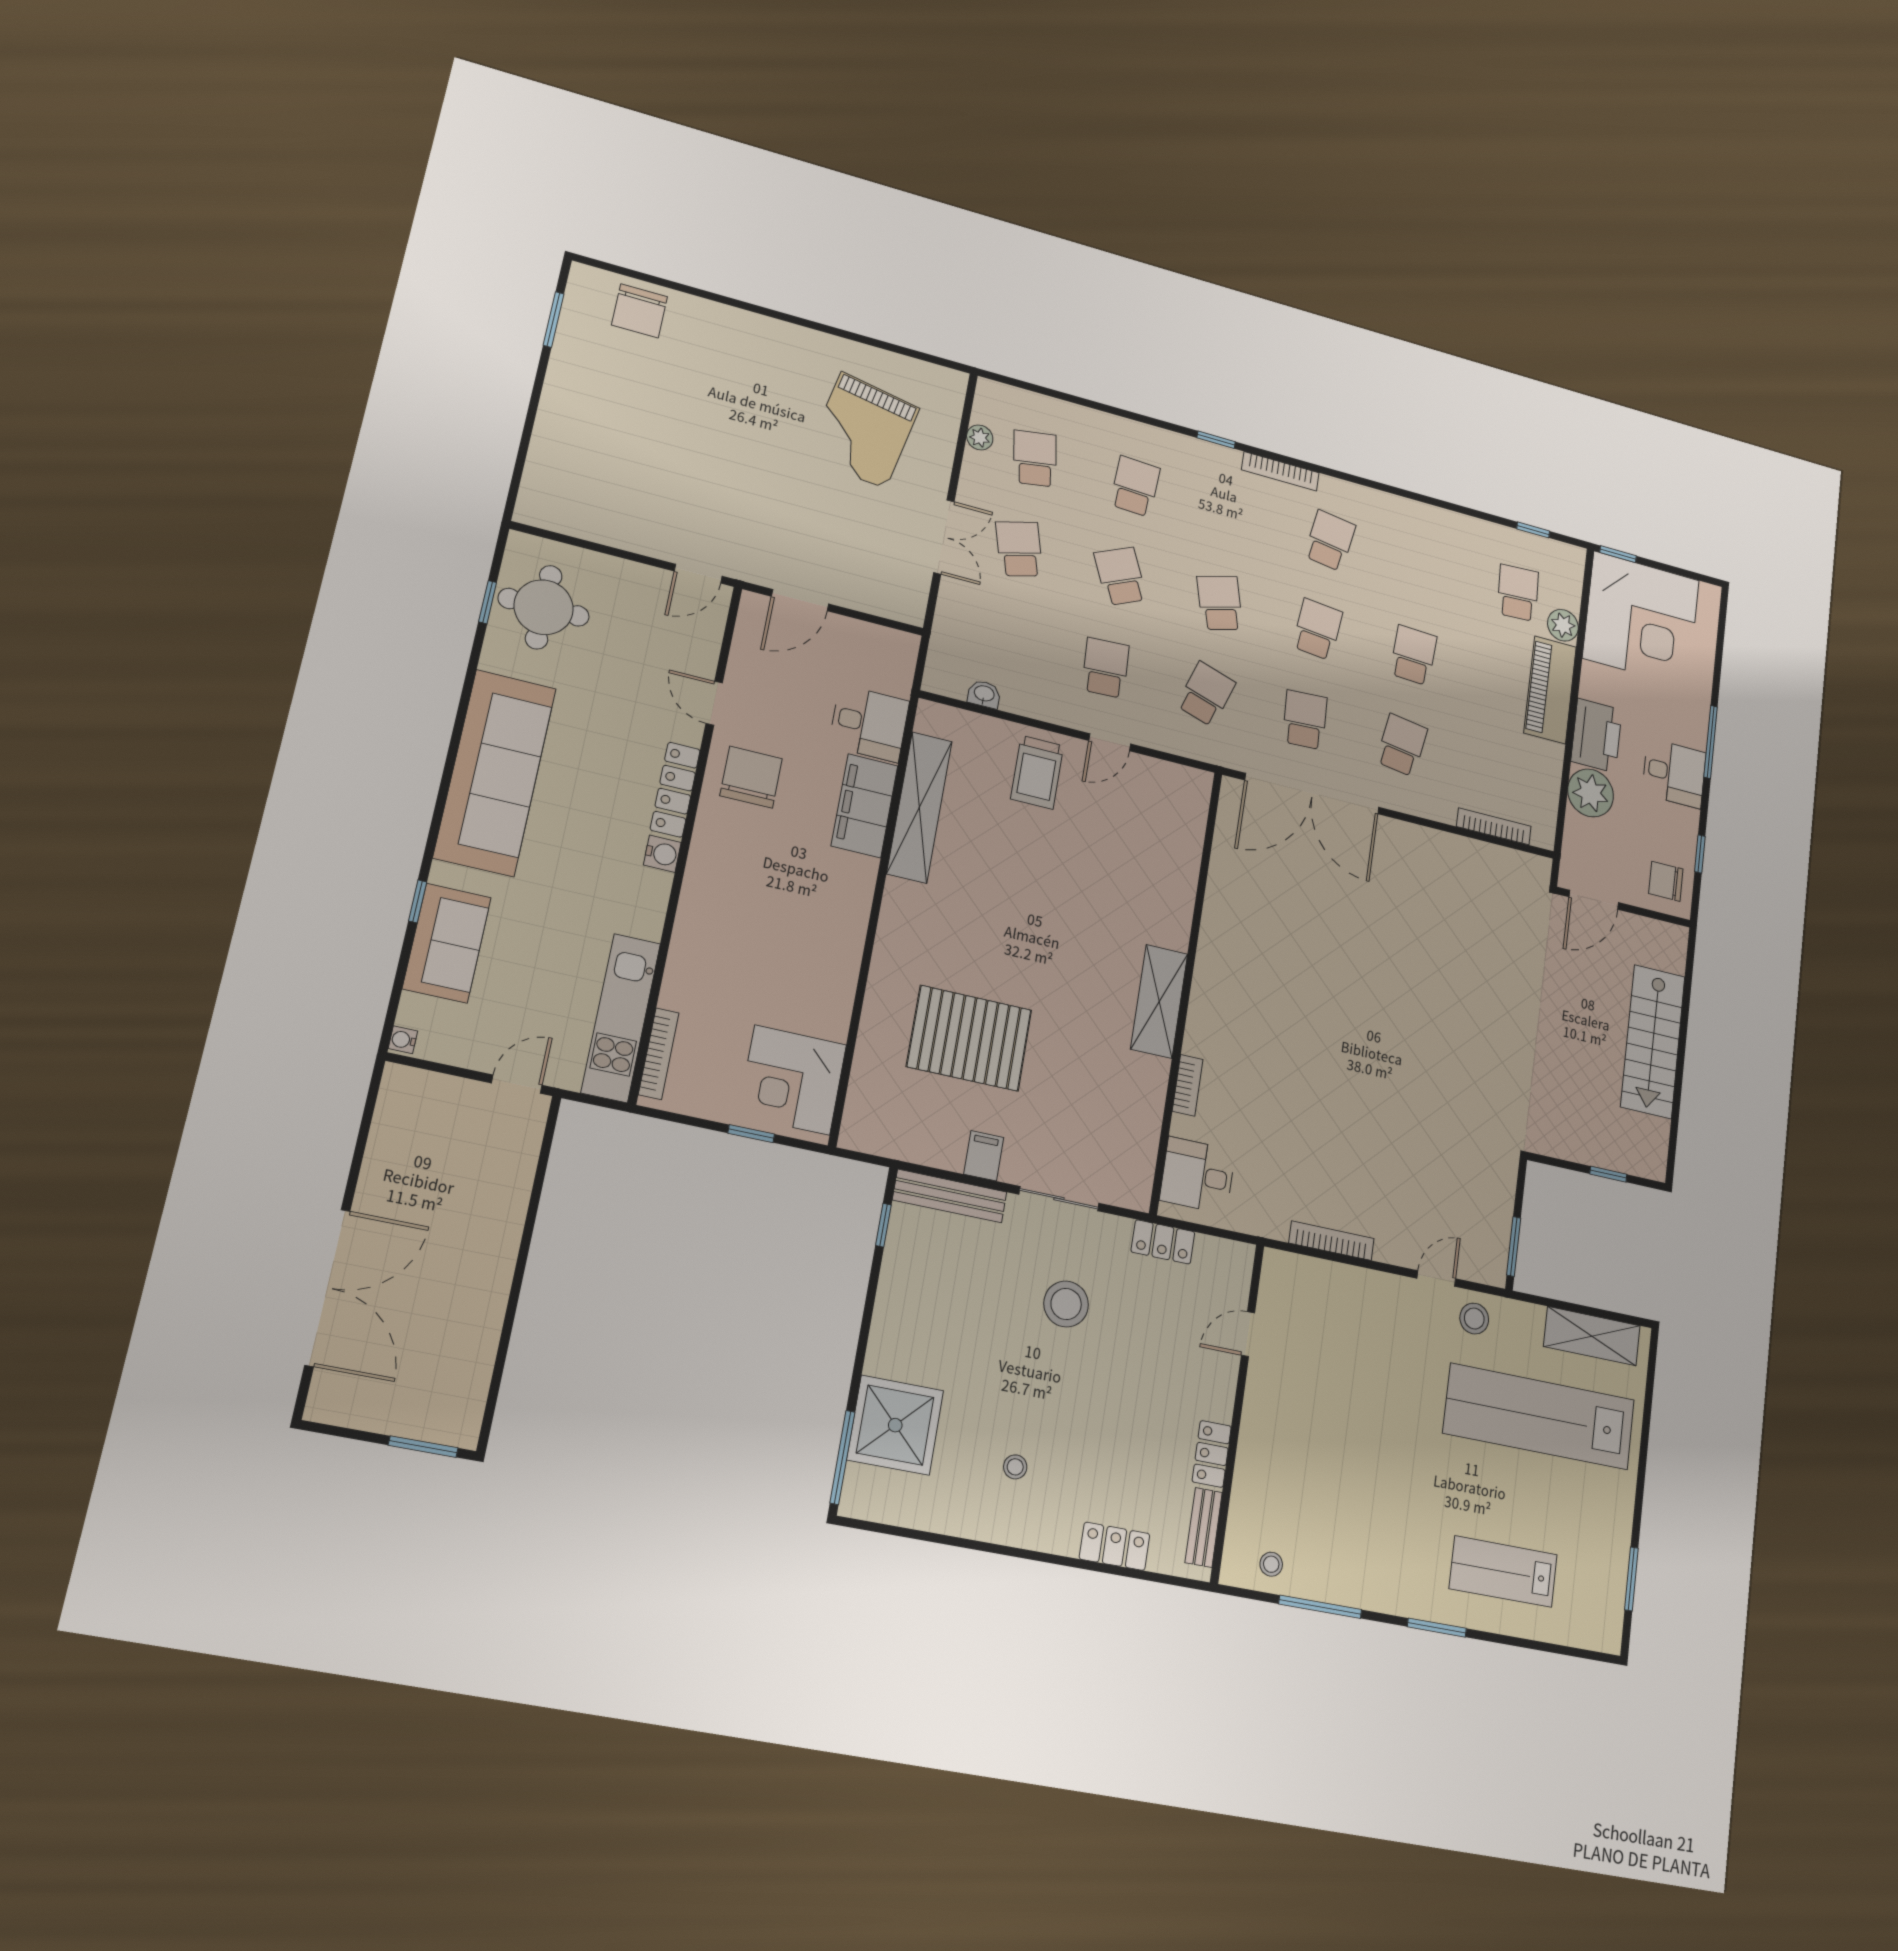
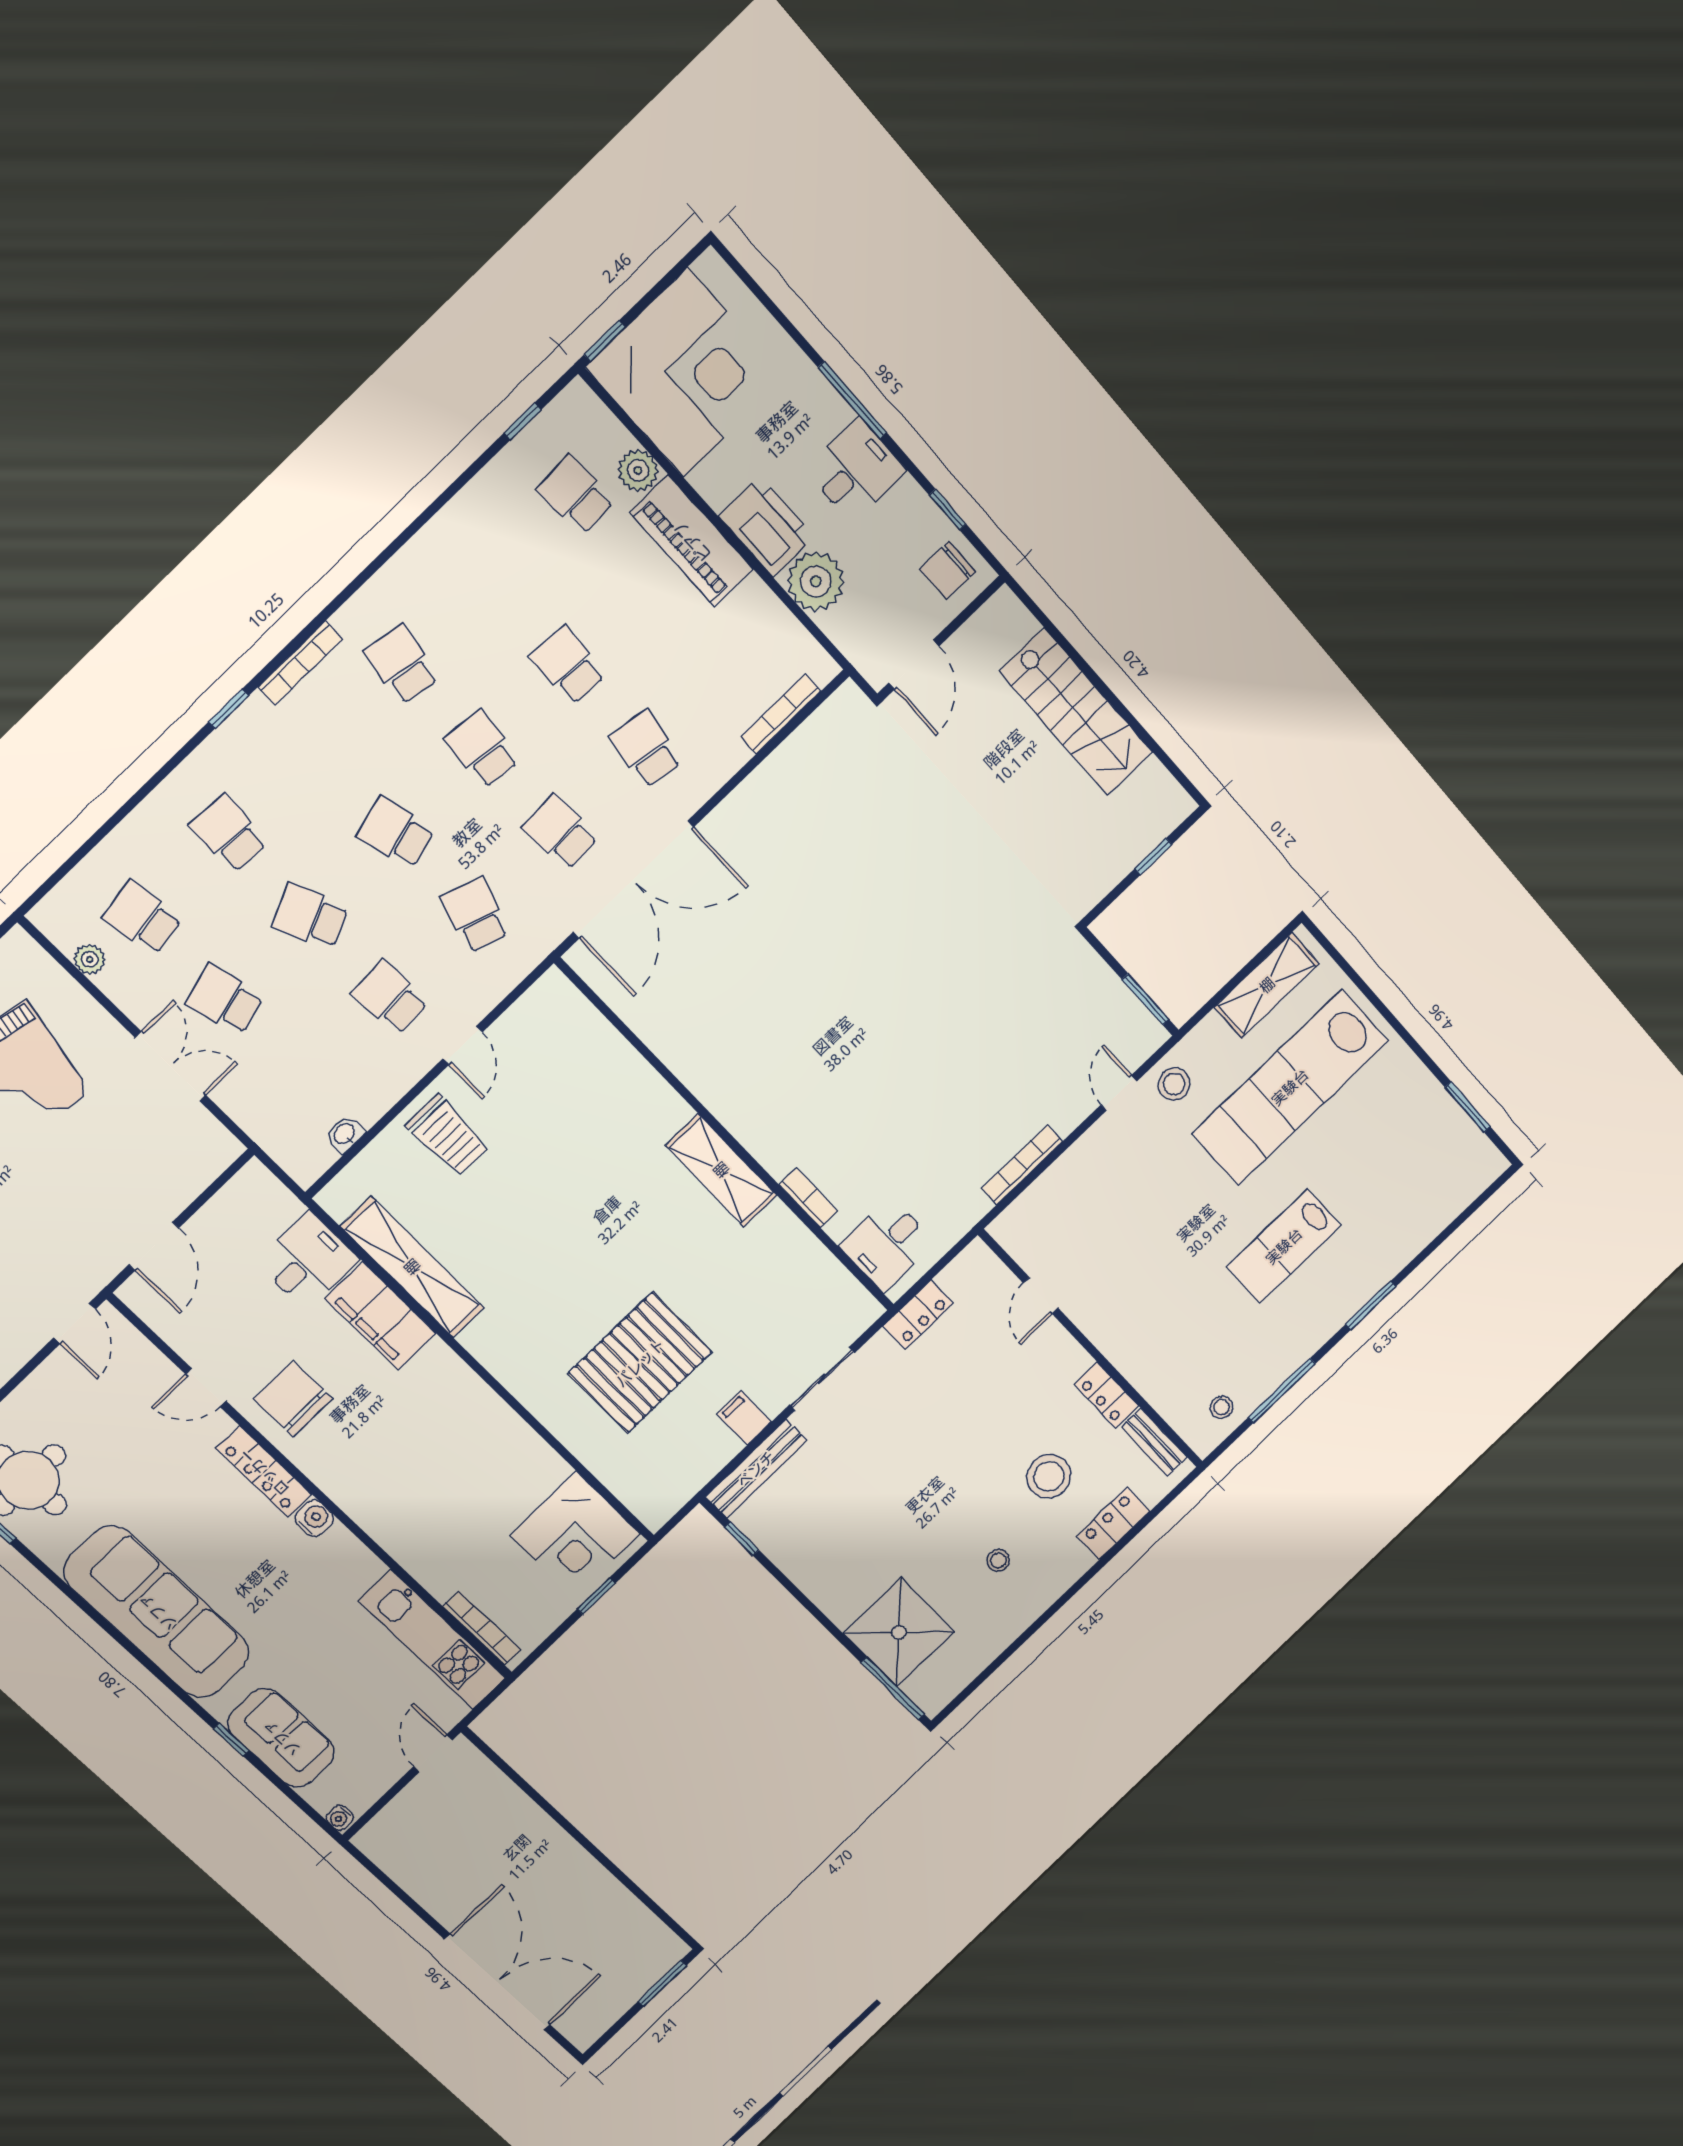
stool: (1066, 1304) -> (1049, 1476), moved
lab bench: (1503, 1572) -> (1284, 1246), moved

